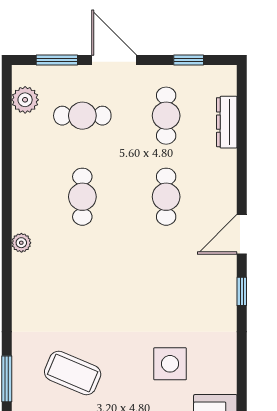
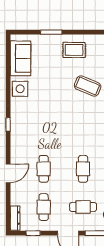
dresser: (227, 122) -> (15, 218), moved
door: (242, 234) -> (8, 173), moved
side table: (170, 364) -> (20, 89), moved

